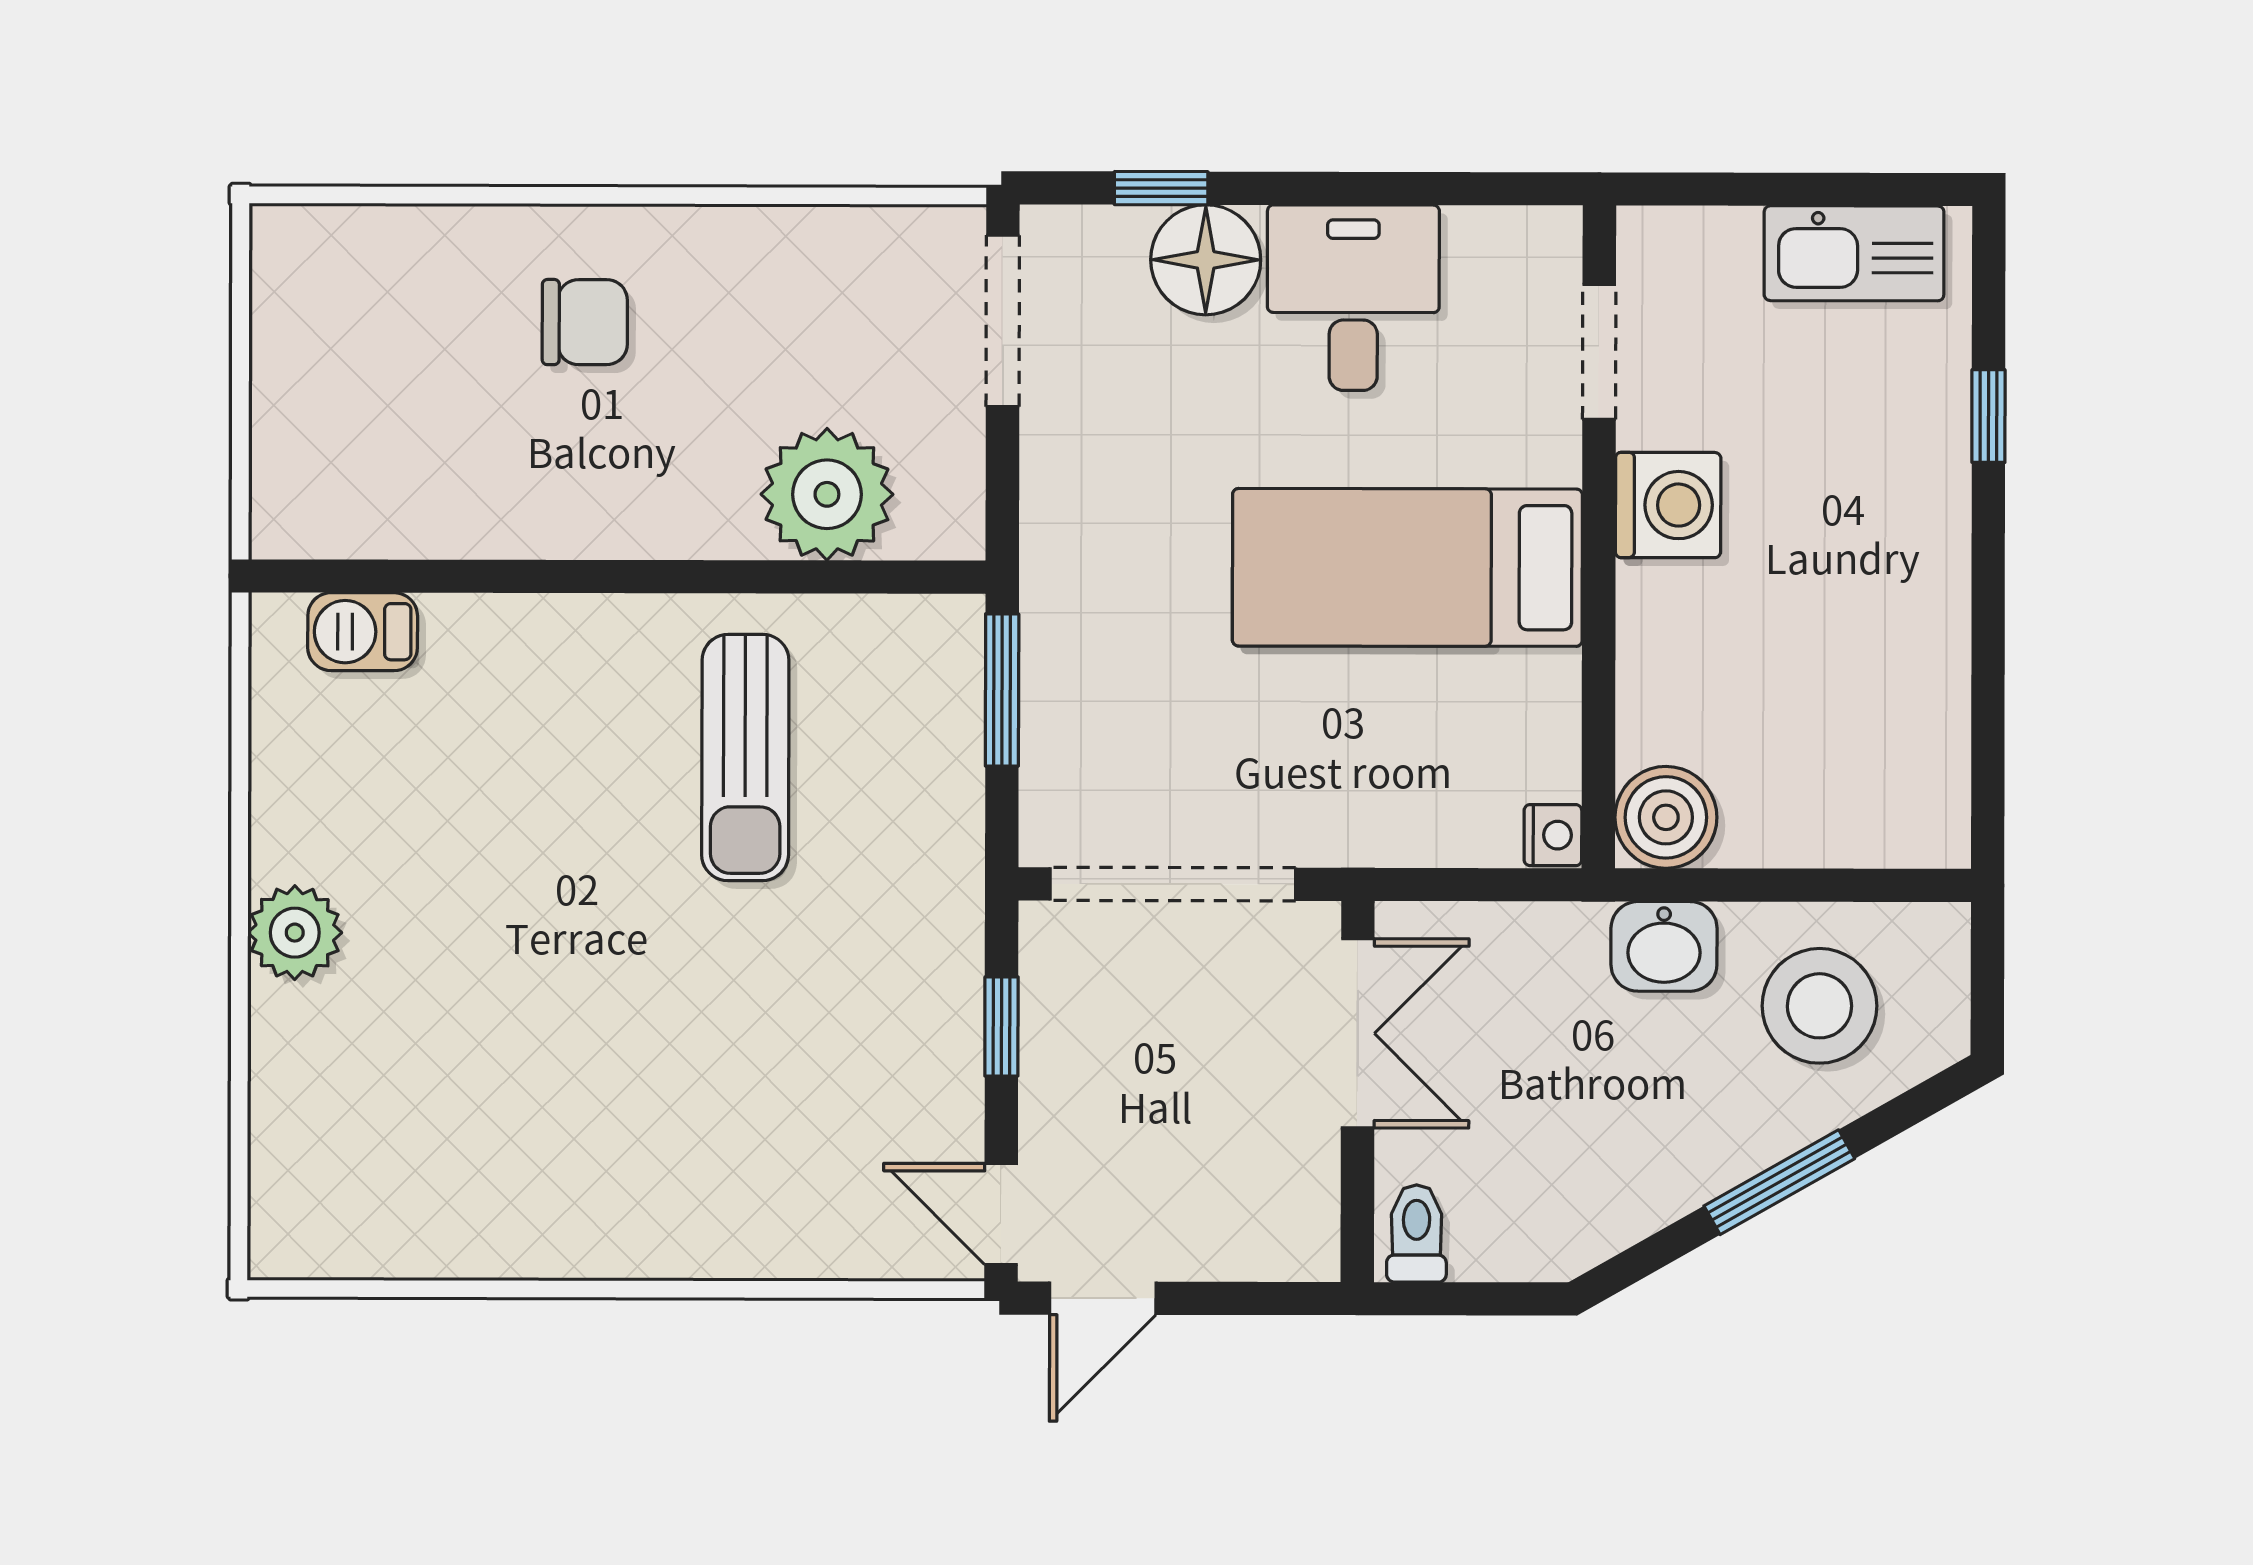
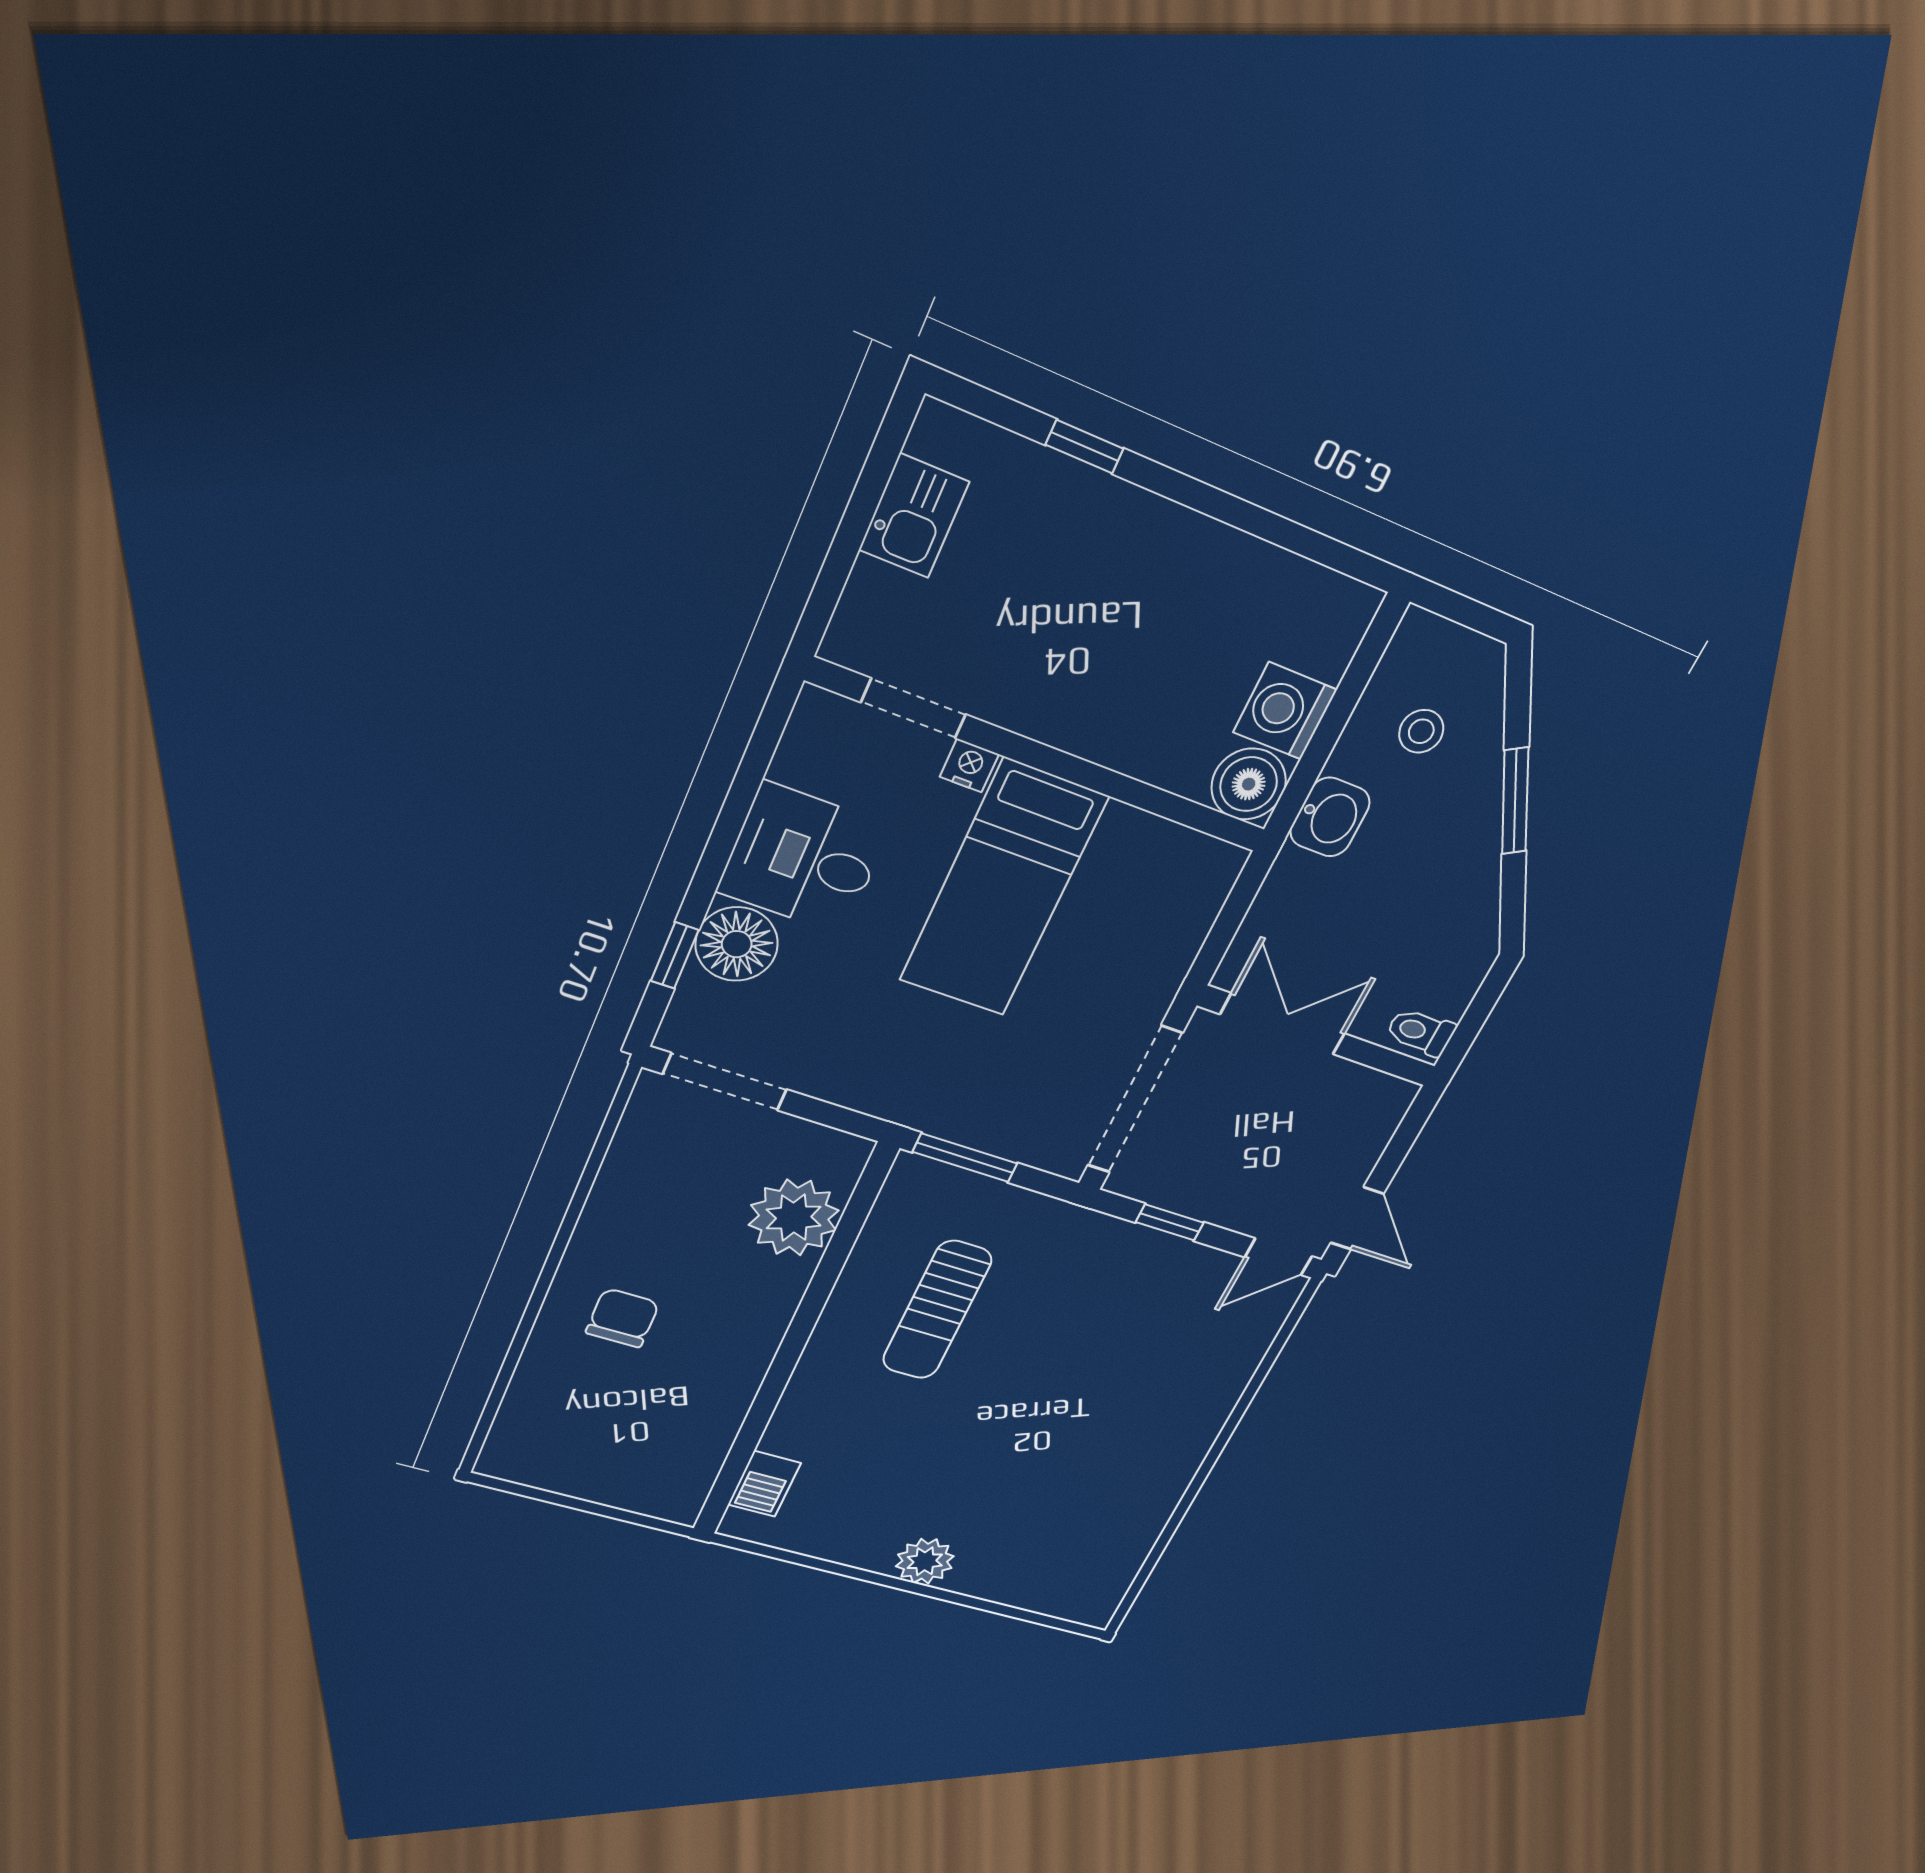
kitchen sink: (1854, 253) -> (914, 516), width x0.73
washing machine: (1668, 505) -> (1285, 711), moved, turned -90
sun lounger: (745, 758) -> (937, 1310), turned 90
nightstand: (1553, 835) -> (969, 766), moved
stool: (1819, 1006) -> (1421, 731), width x0.53, depth x0.53

